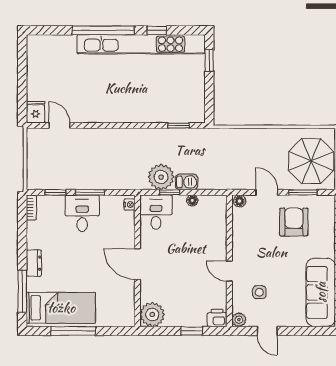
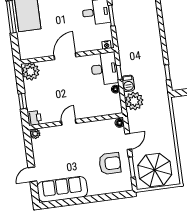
plant: (161, 177) -> (134, 101), moved
desk: (156, 212) -> (104, 69), width x1.37
side table: (259, 292) -> (57, 146), removed
door: (267, 331) -> (32, 174), moved

